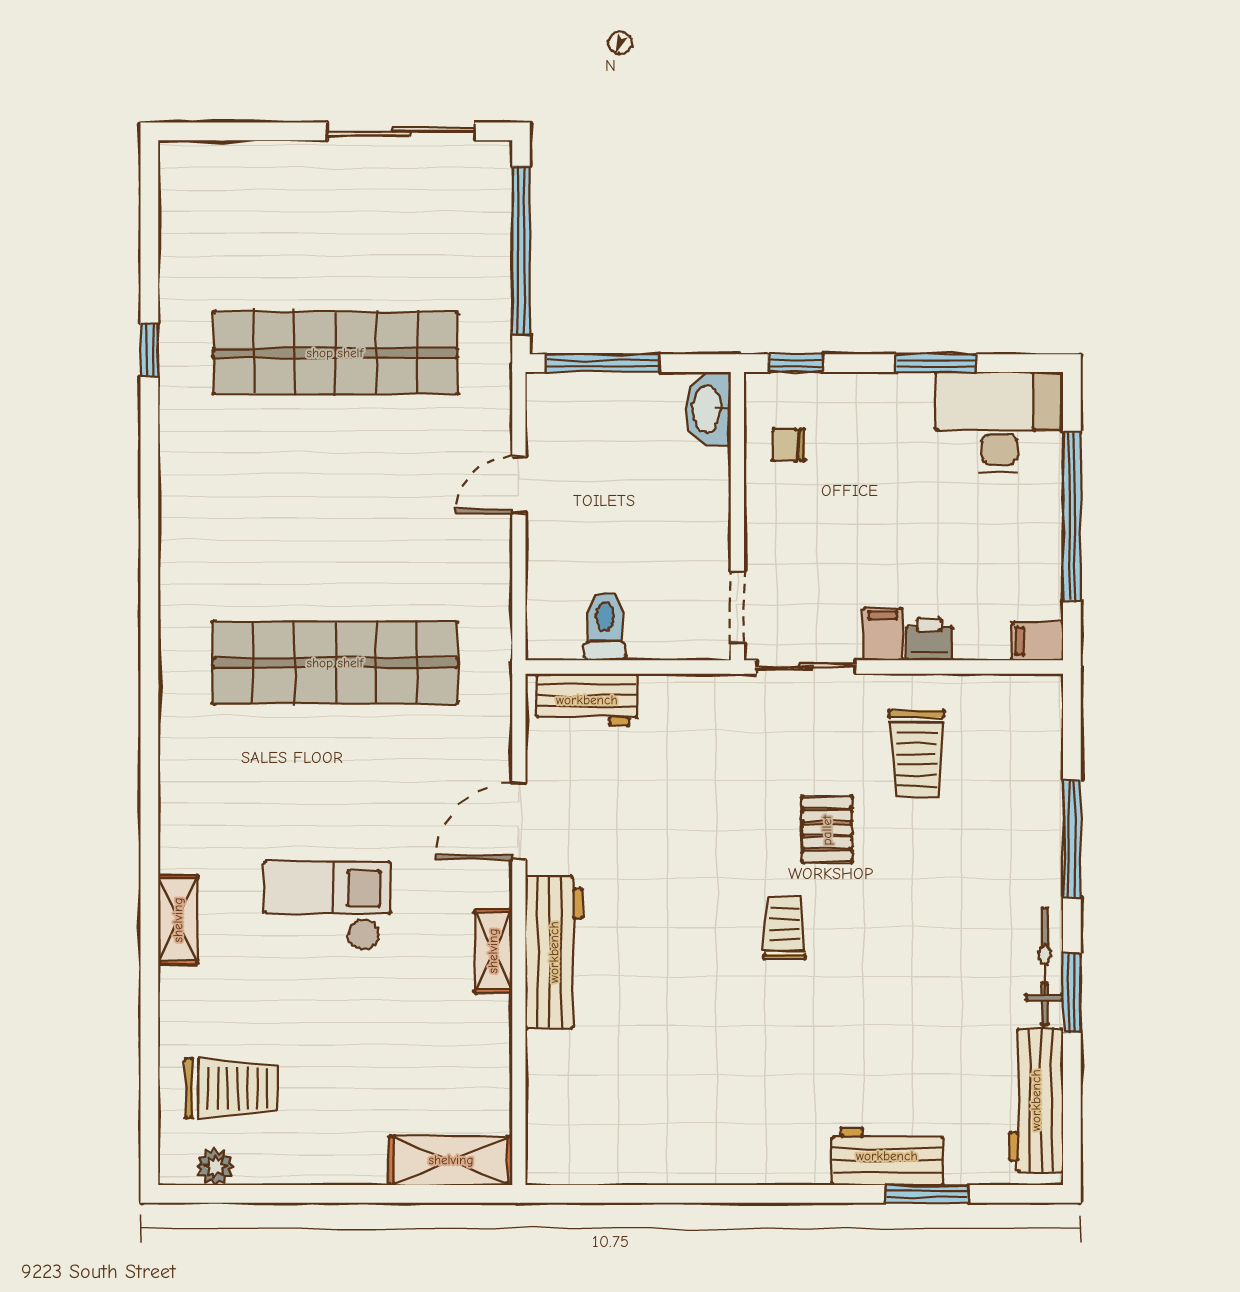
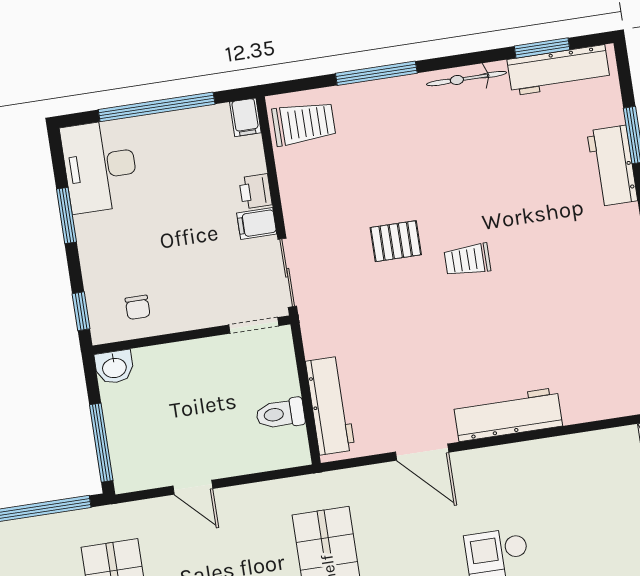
washbasin: (708, 409) -> (114, 367), width x0.72
workbench: (587, 700) -> (330, 405), width x1.37
trolley: (917, 753) -> (304, 123), moved
shelving: (493, 951) -> (514, 456), removed
window: (1072, 993) -> (542, 48), moved

